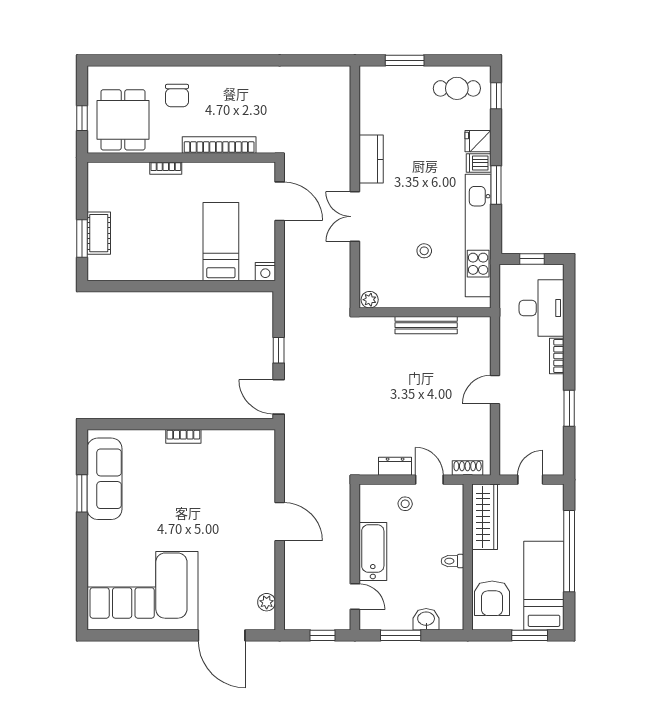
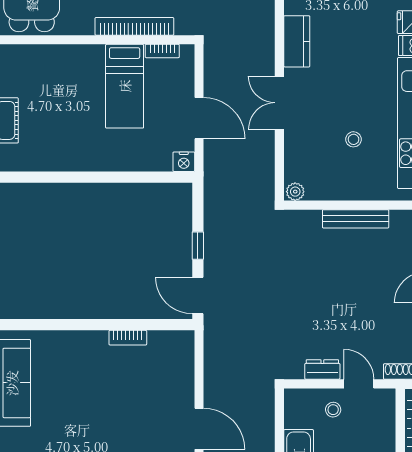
bookcase: (166, 168) -> (162, 51), moved
door: (280, 201) -> (199, 118), moved
bed: (221, 242) -> (125, 86), moved, turned 180
bookcase: (183, 436) -> (128, 338), moved

